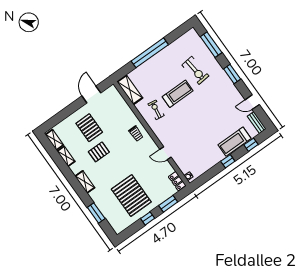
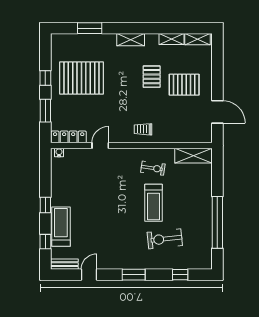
window: (211, 45) -> (180, 275), width x0.46
window: (150, 53) -> (217, 222), moved
locker: (177, 181) -> (69, 137), width x1.53

